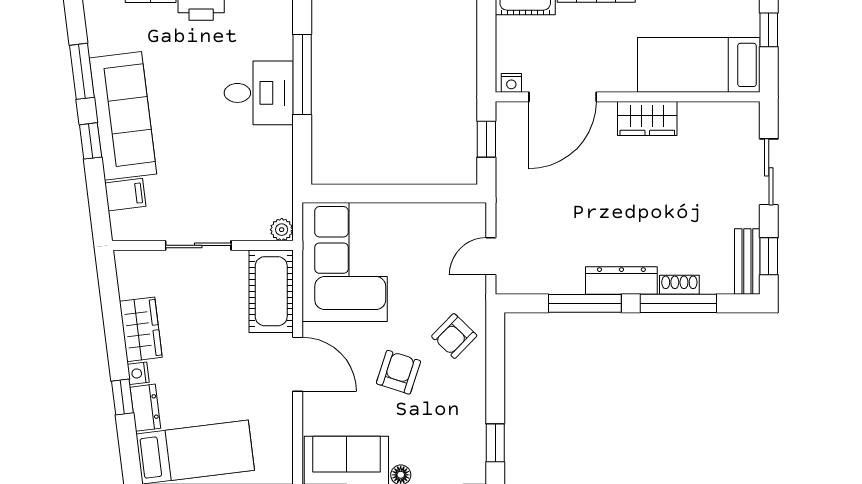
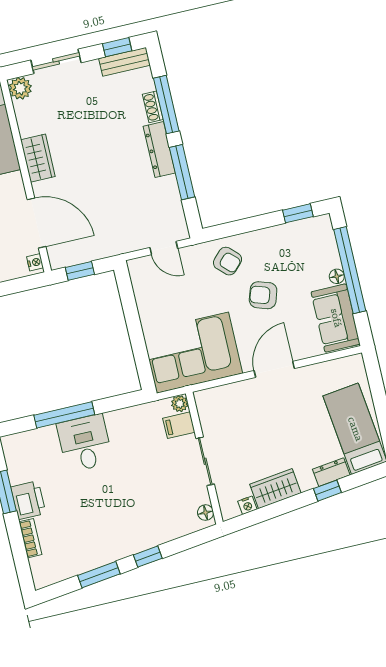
sofa: (123, 116) -> (124, 537), removed
plant: (744, 117) -> (20, 88), added
filing cabinet: (125, 195) -> (179, 425), moved, turned -83
floor lamp: (131, 230) -> (206, 513), added
cot: (271, 291) -> (226, 401), removed
nightstand: (138, 373) -> (247, 505), moved

